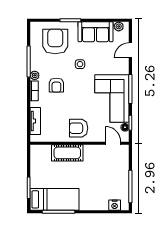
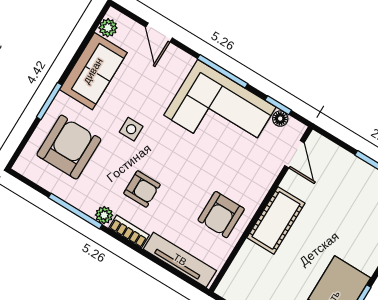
armchair: (55, 41) -> (69, 147), turned 90
tv unit: (35, 121) -> (180, 260), width x1.41
armchair: (79, 128) -> (221, 215), moved
door: (113, 143) -> (294, 154), swing flipped
cot: (67, 153) -> (276, 220), moved

